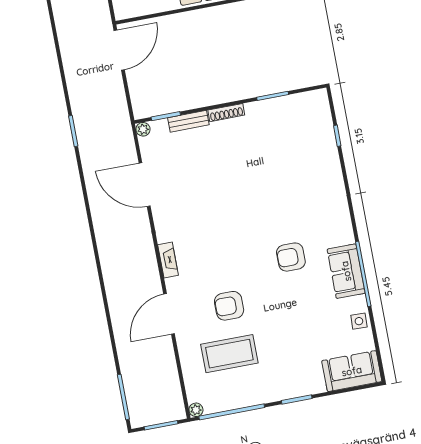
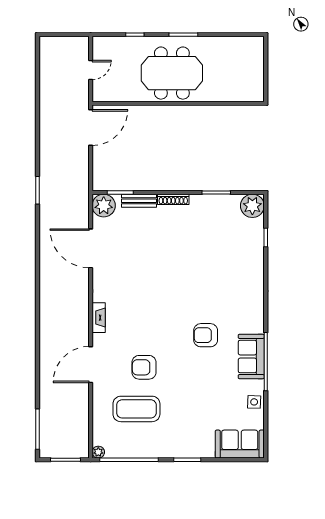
plant: (316, 103) -> (252, 206), added
plant: (143, 129) -> (104, 206), width x1.87, depth x1.87

